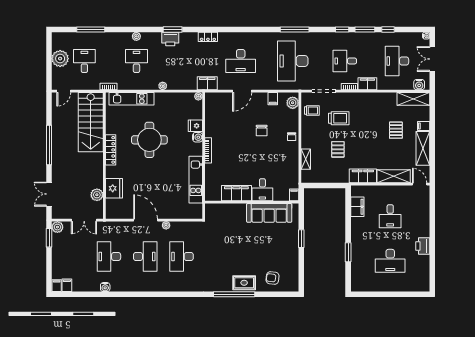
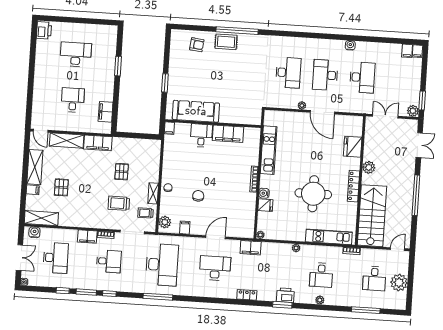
shelving: (306, 159) -> (153, 193), moved
plant: (97, 195) -> (369, 167), moved
printer: (423, 246) -> (44, 30), moved
water cooler: (105, 287) -> (350, 45), moved

